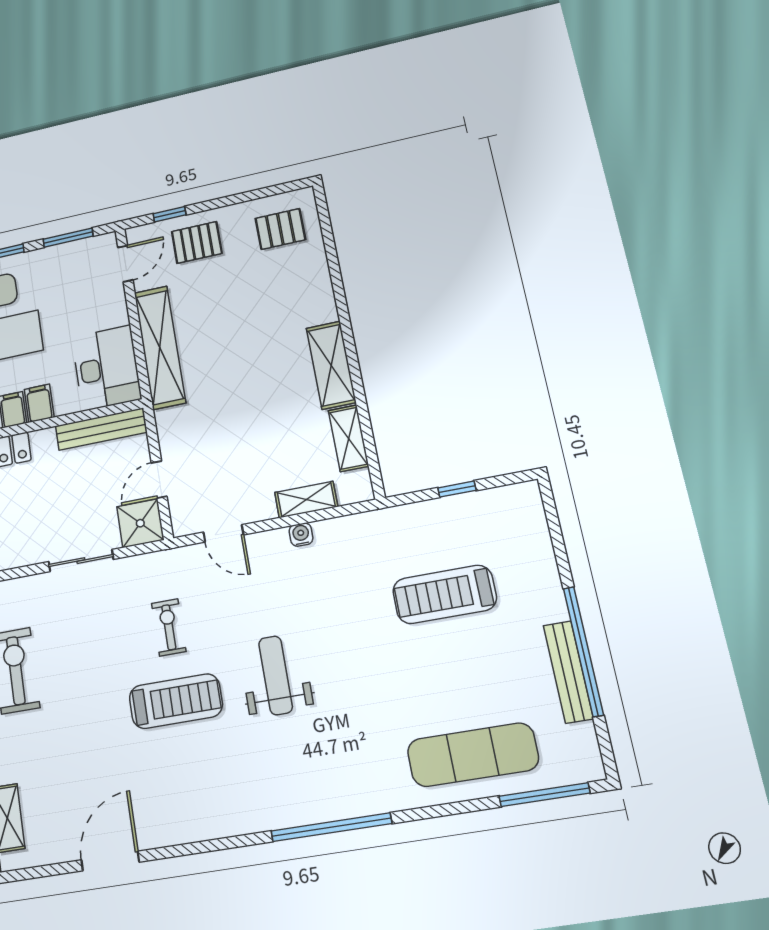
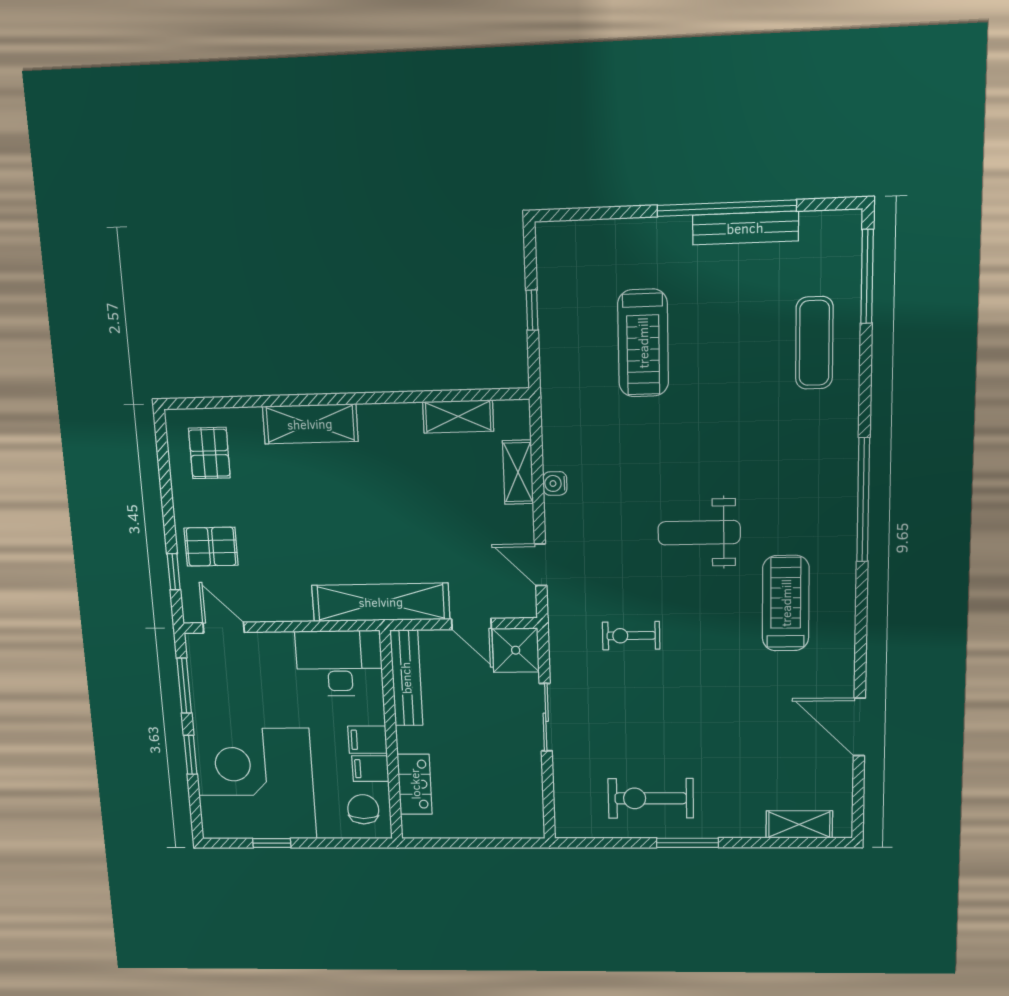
pallet: (197, 242) -> (211, 547), turned 90
shelving: (160, 347) -> (381, 602), moved
shelving: (331, 365) -> (310, 424), moved
door: (223, 533) -> (541, 565), swing flipped
treadmill: (176, 701) -> (786, 603), moved
exercise mat: (473, 755) -> (814, 343), width x0.73, depth x0.69

